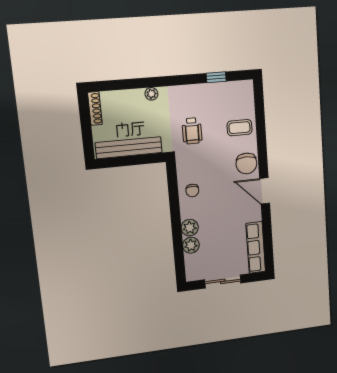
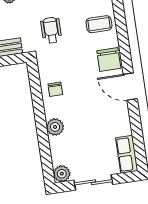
wheelchair: (192, 131) -> (51, 30), turned 180
plant: (191, 245) -> (62, 174), moved
row of seats: (256, 248) -> (127, 154), width x0.68

